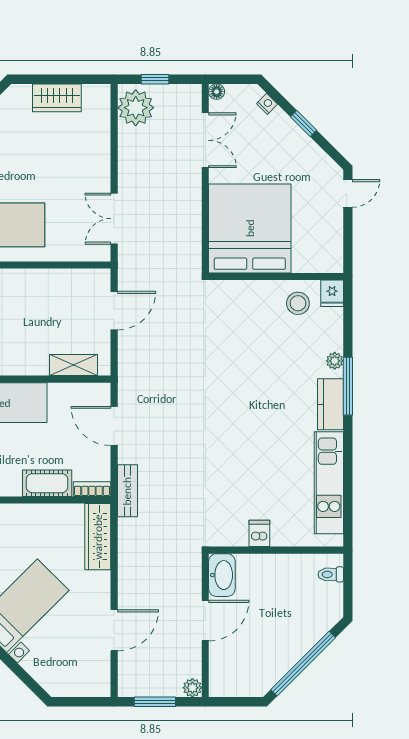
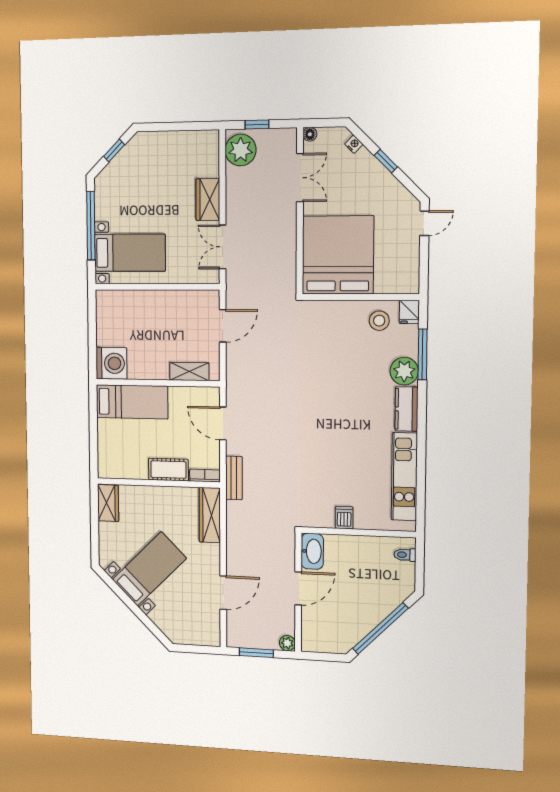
wardrobe: (57, 98) -> (208, 199), moved, turned 90
plant: (335, 361) -> (404, 371), width x1.87, depth x1.87
window: (348, 386) -> (423, 354), moved

